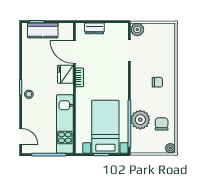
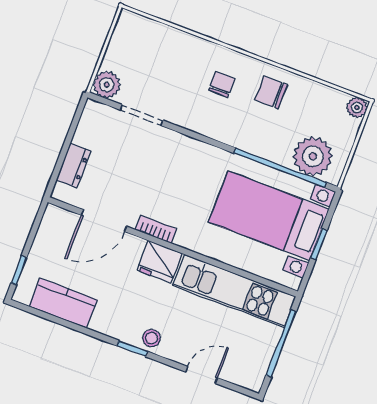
kitchen counter: (43, 30) -> (63, 303), moved, turned -90
fridge: (65, 74) -> (160, 262), moved
plant: (140, 120) -> (313, 156), moved
chair: (162, 124) -> (271, 92), moved
door: (21, 136) -> (202, 375), moved

